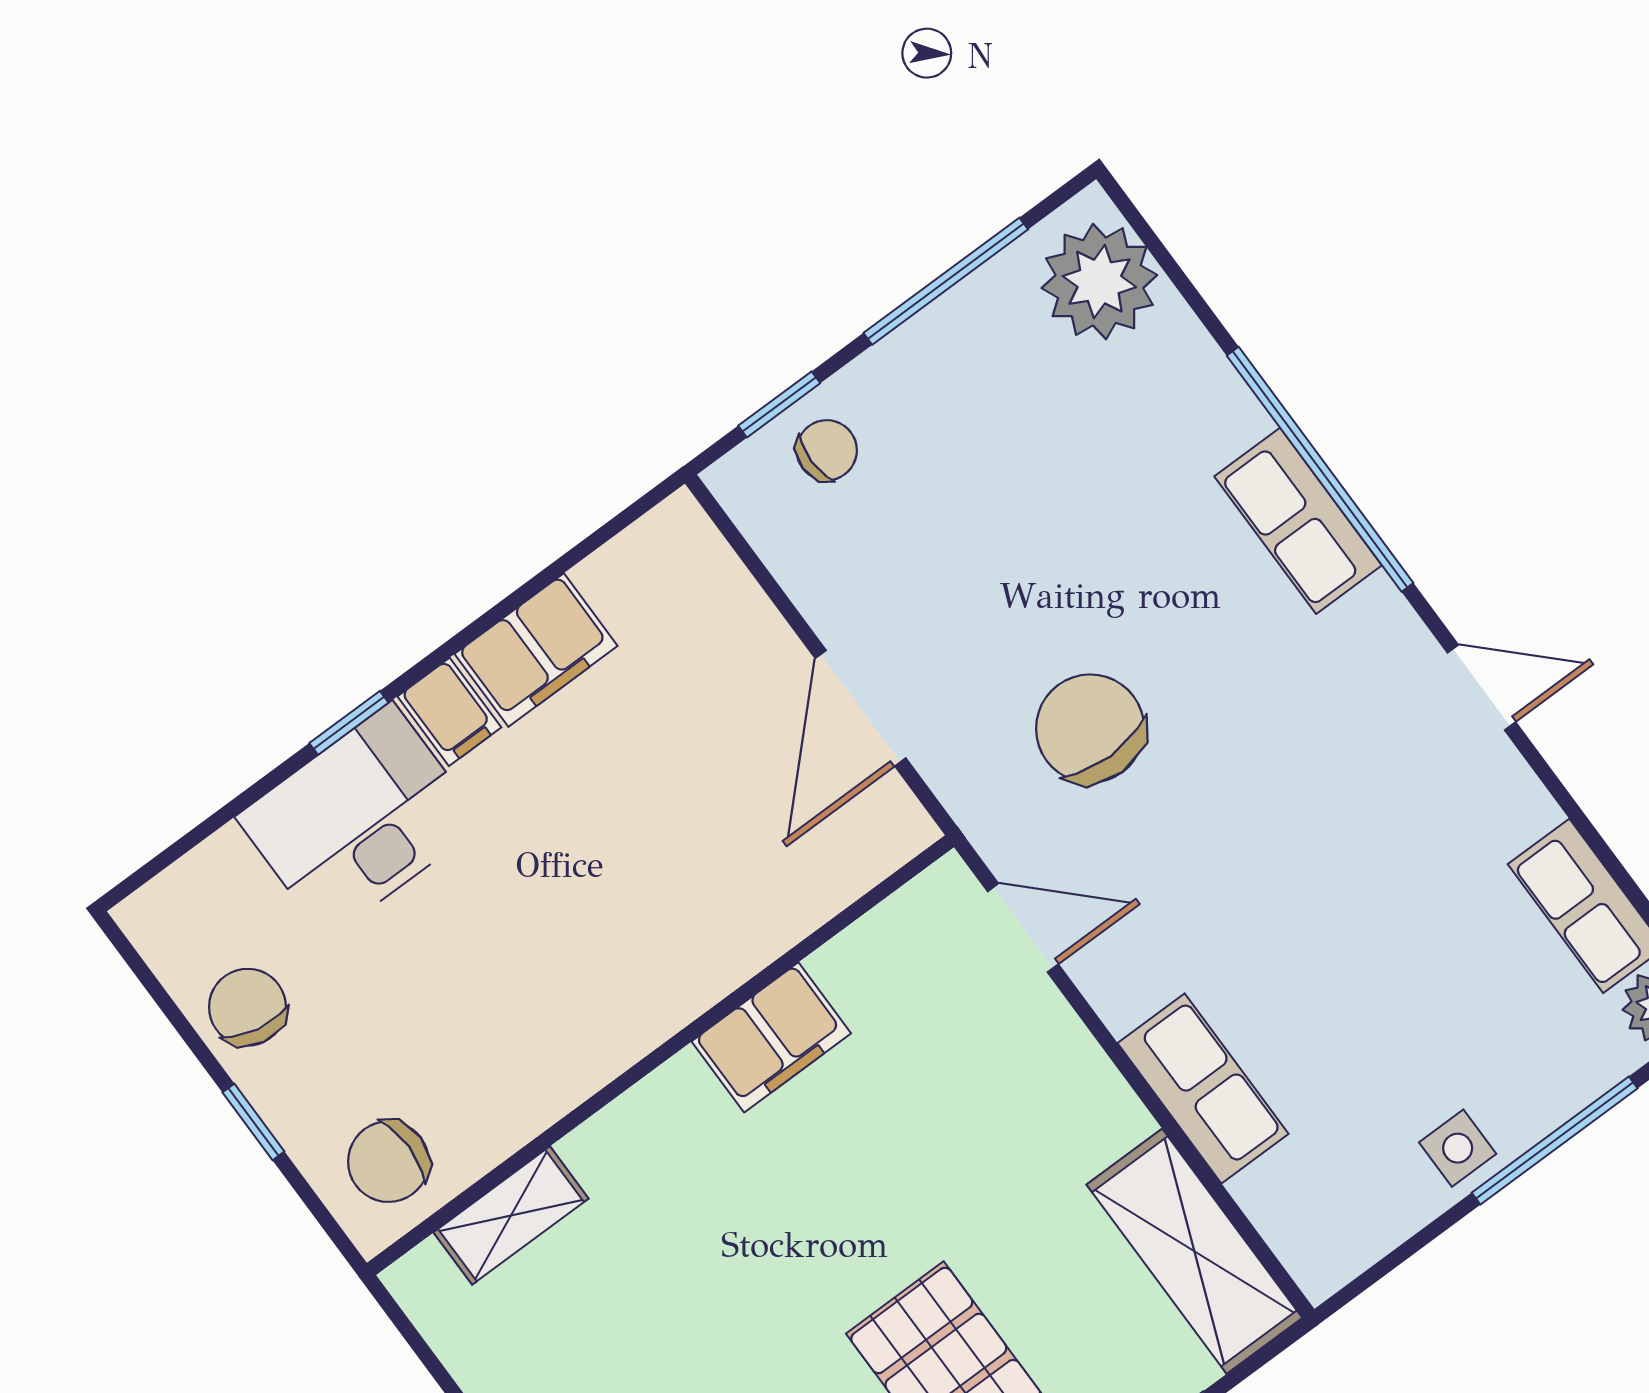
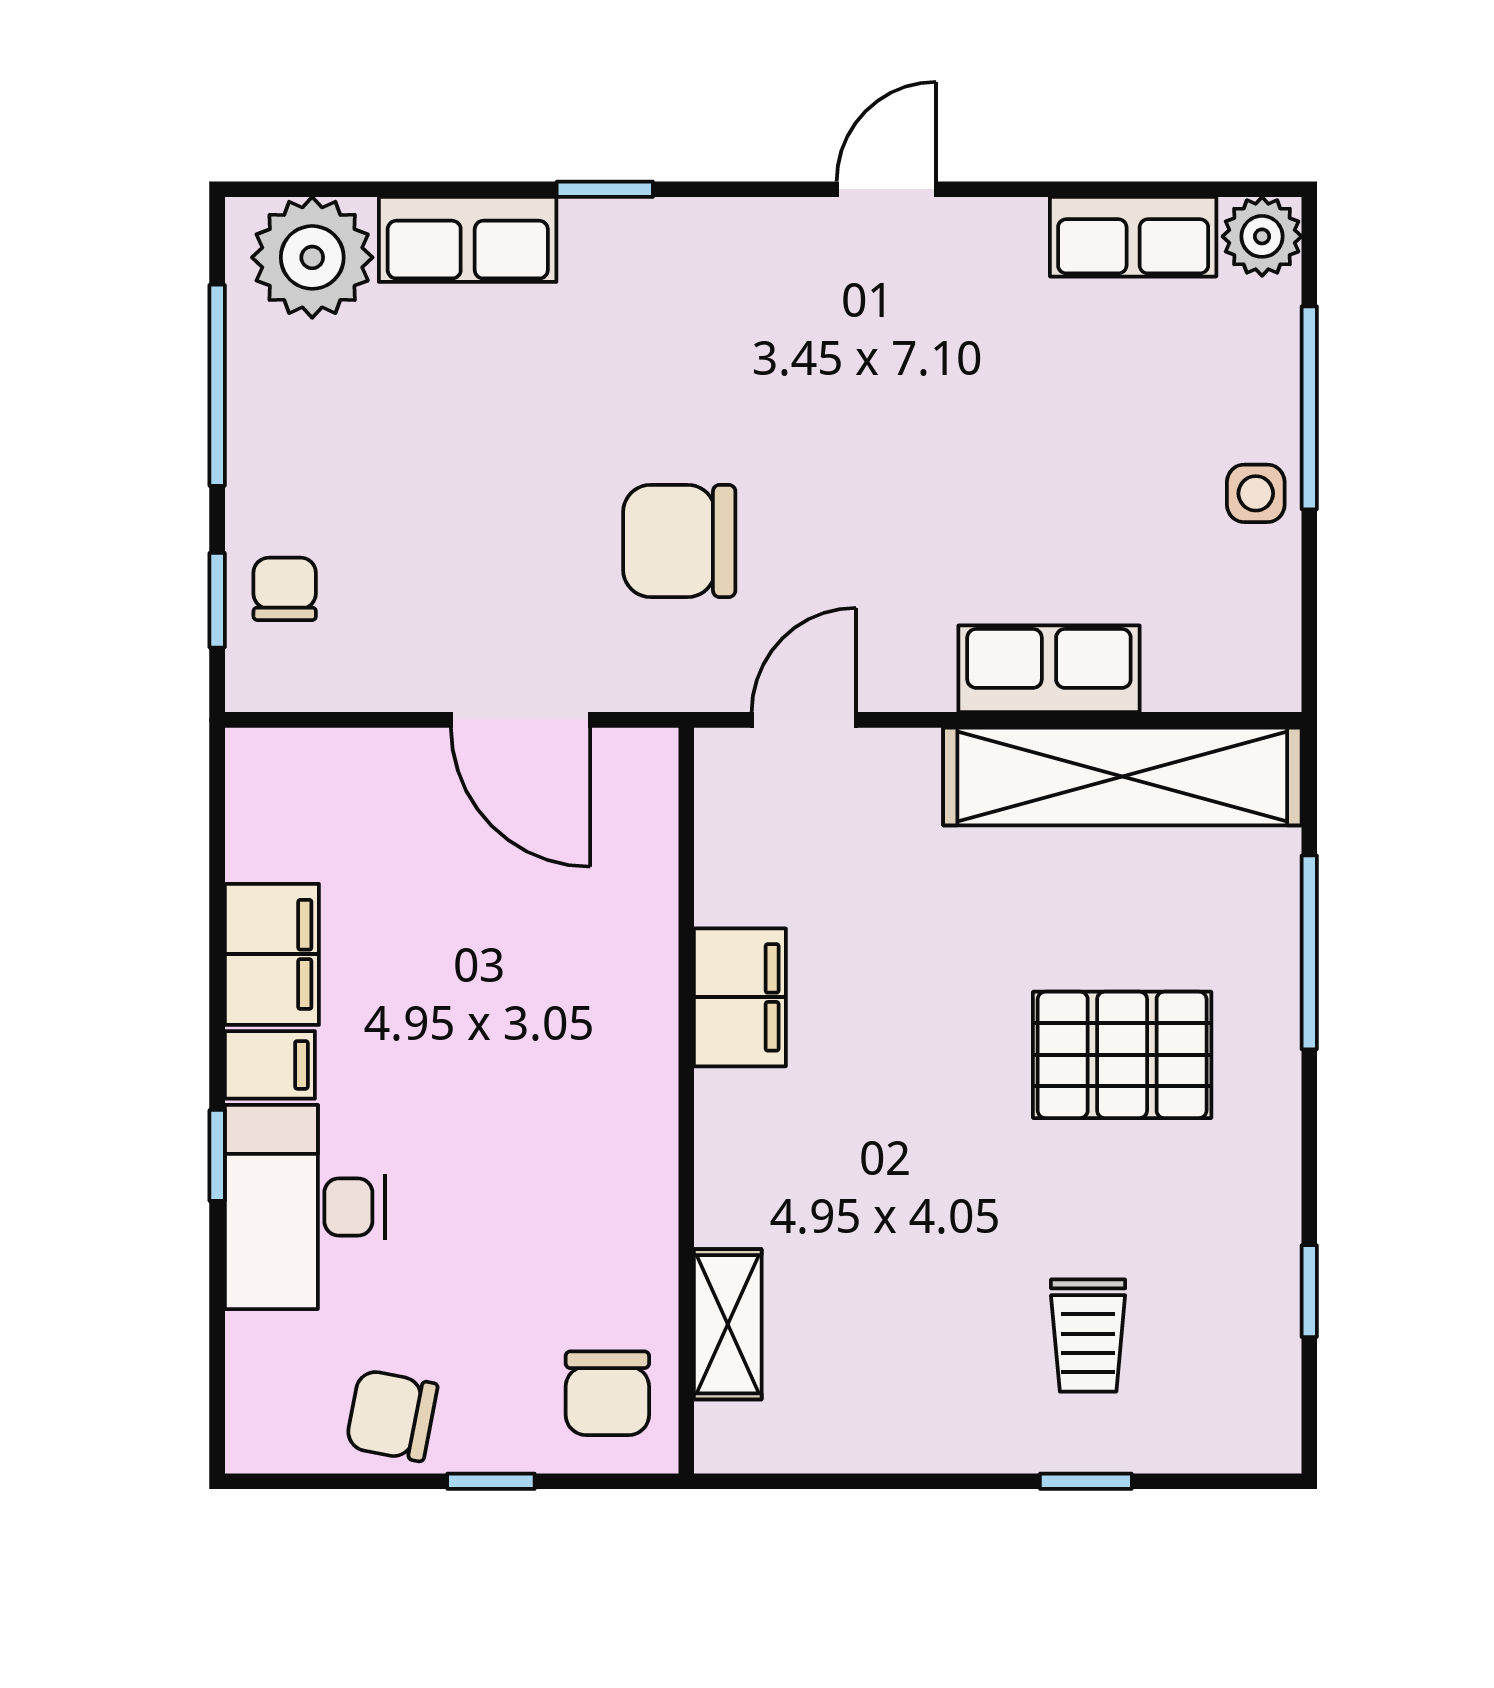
window: (1320, 469) -> (605, 189), width x0.32
row of seats: (1298, 521) -> (468, 239), moved
shelving: (1194, 1251) -> (1122, 776), width x1.47

